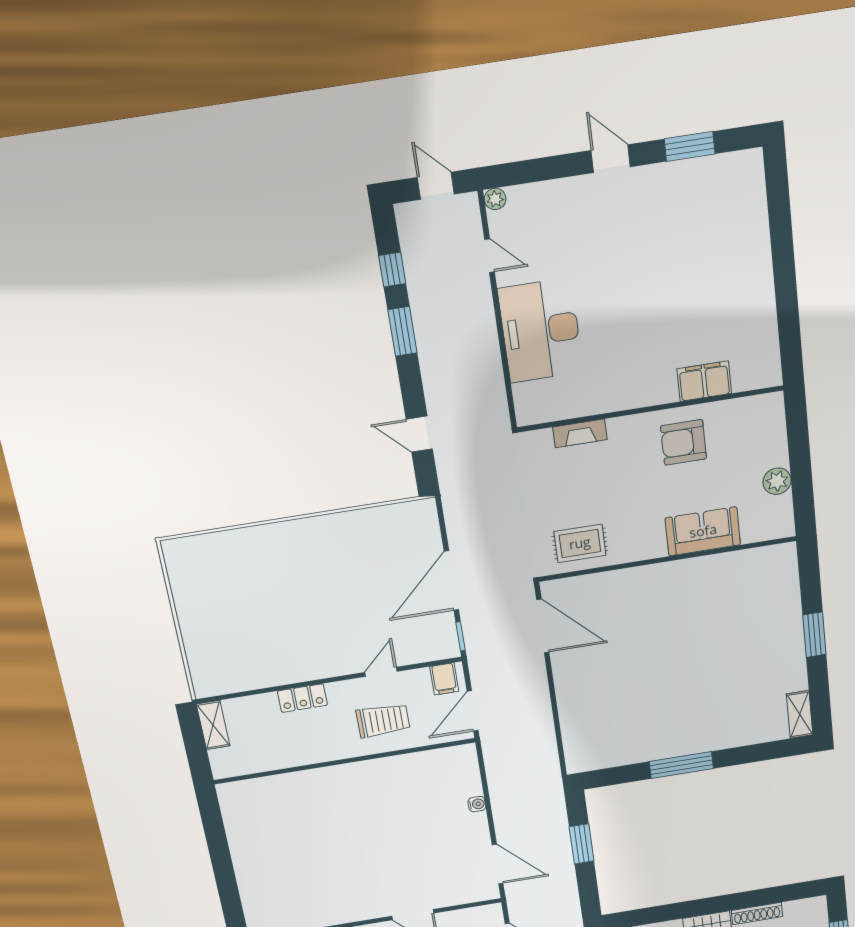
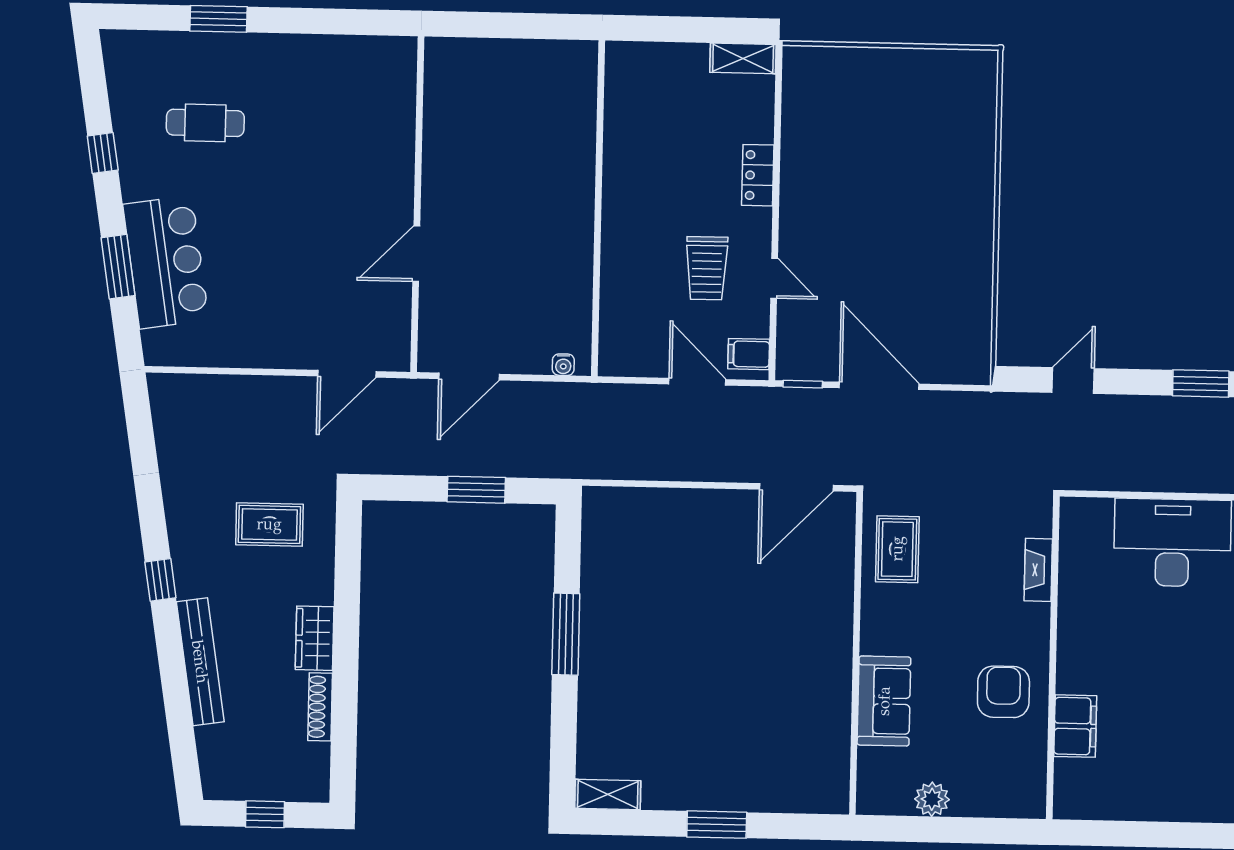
wall: (345, 761) -> (598, 208), moved

